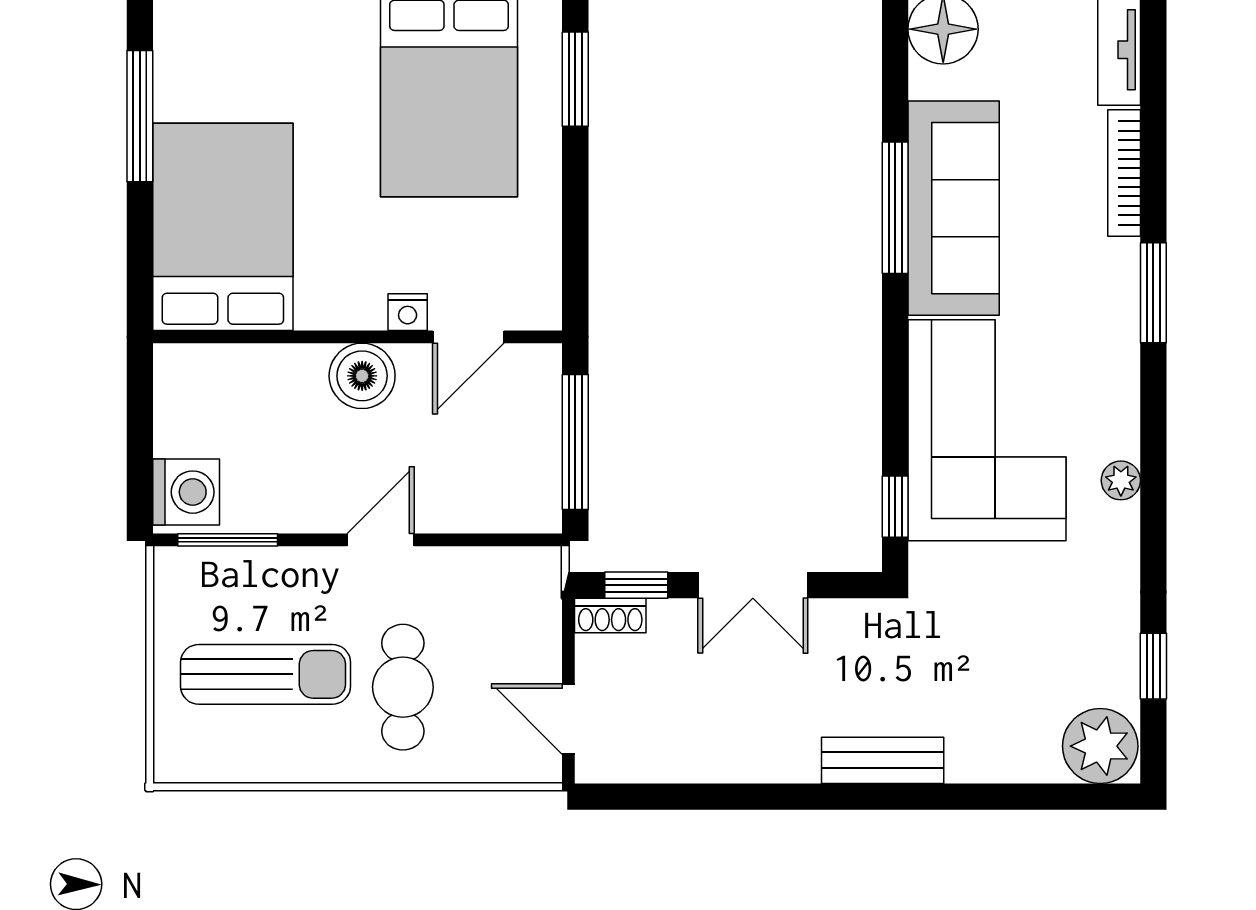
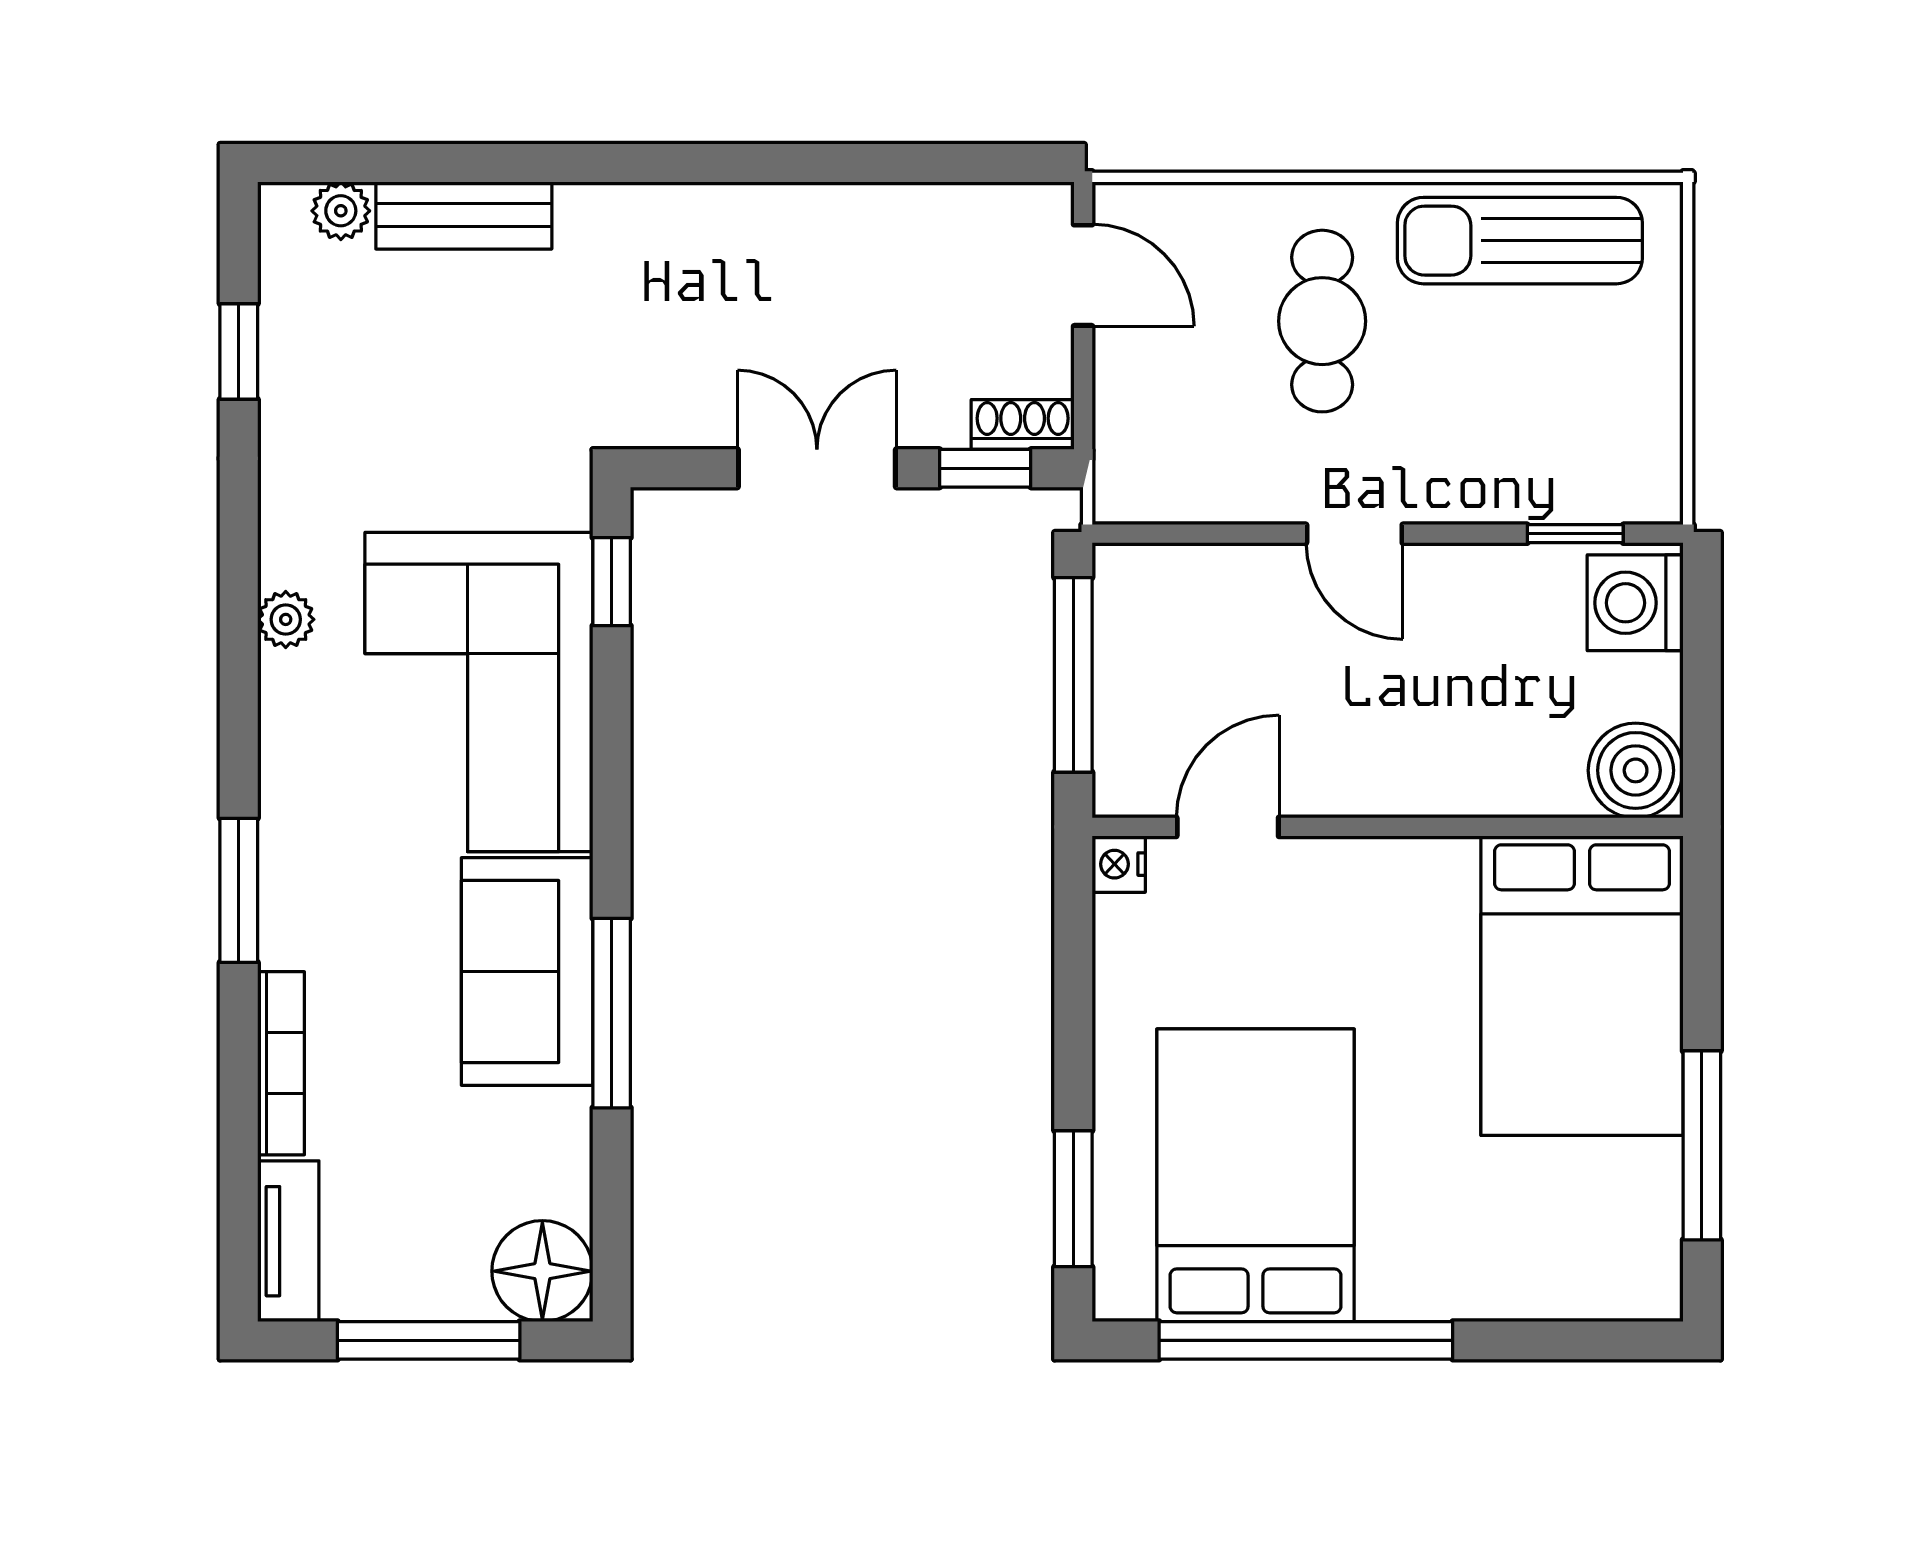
sofa: (954, 208) -> (527, 972), width x0.73
nightstand: (408, 312) -> (1119, 864), moved, turned -90
boiler: (362, 376) -> (1636, 770), moved
window: (228, 540) -> (1575, 534), width x0.67
door: (381, 540) -> (1354, 534), hinge flipped
sun lounger: (266, 674) -> (1520, 241), moved
plant: (1100, 746) -> (341, 211), width x0.53, depth x0.53
bench: (883, 760) -> (464, 215), moved

